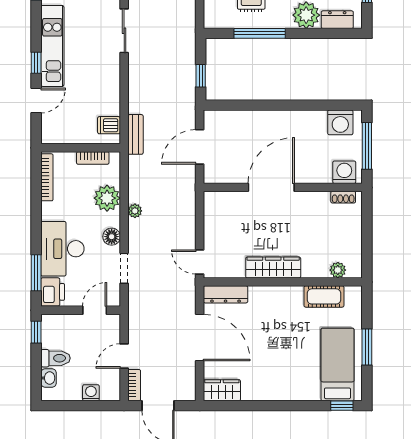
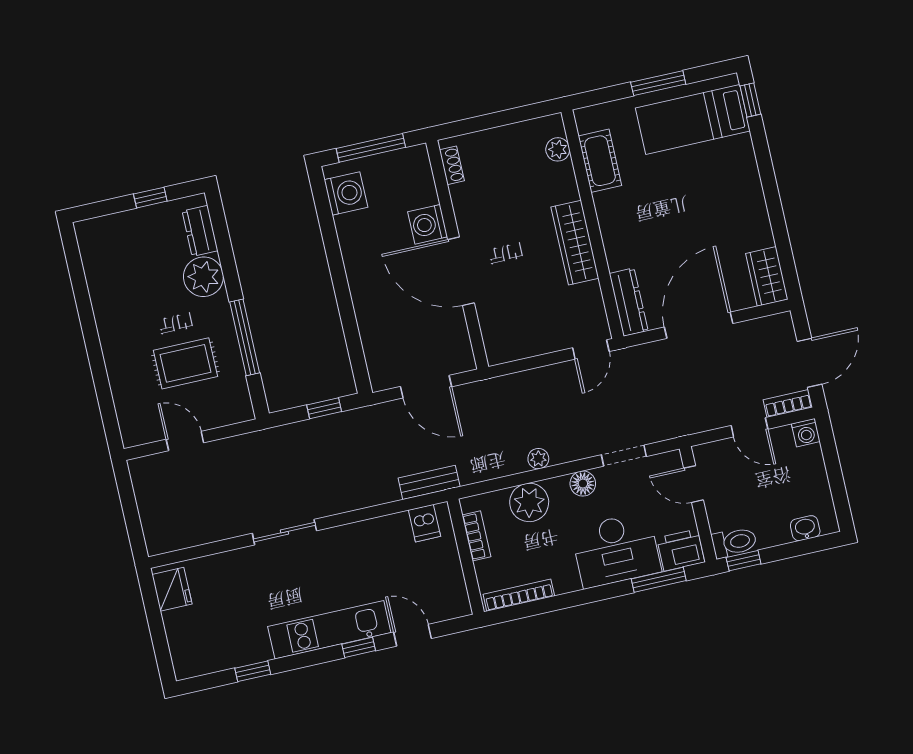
washing machine: (344, 172) -> (428, 224), moved
toilet: (55, 358) -> (734, 542), moved, turned 90
washing machine: (91, 393) -> (806, 433), moved, turned -90

